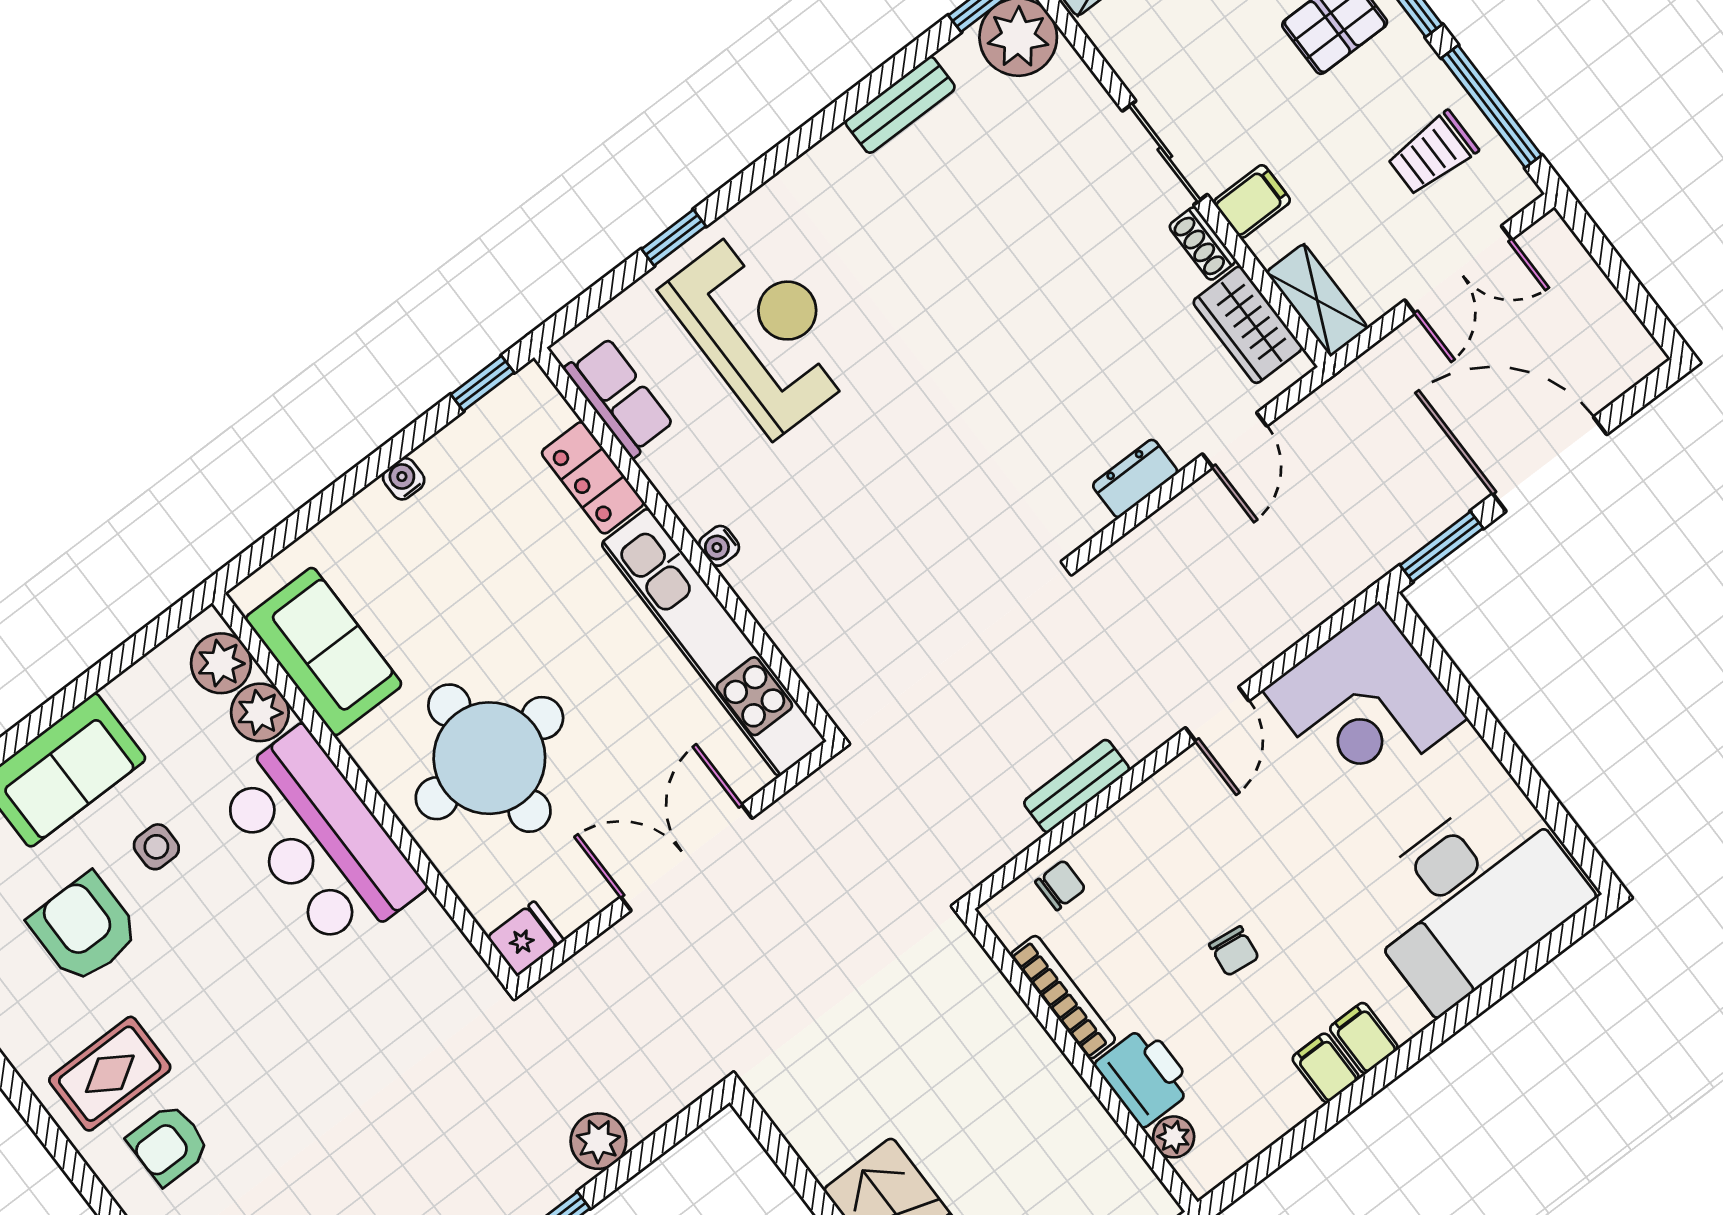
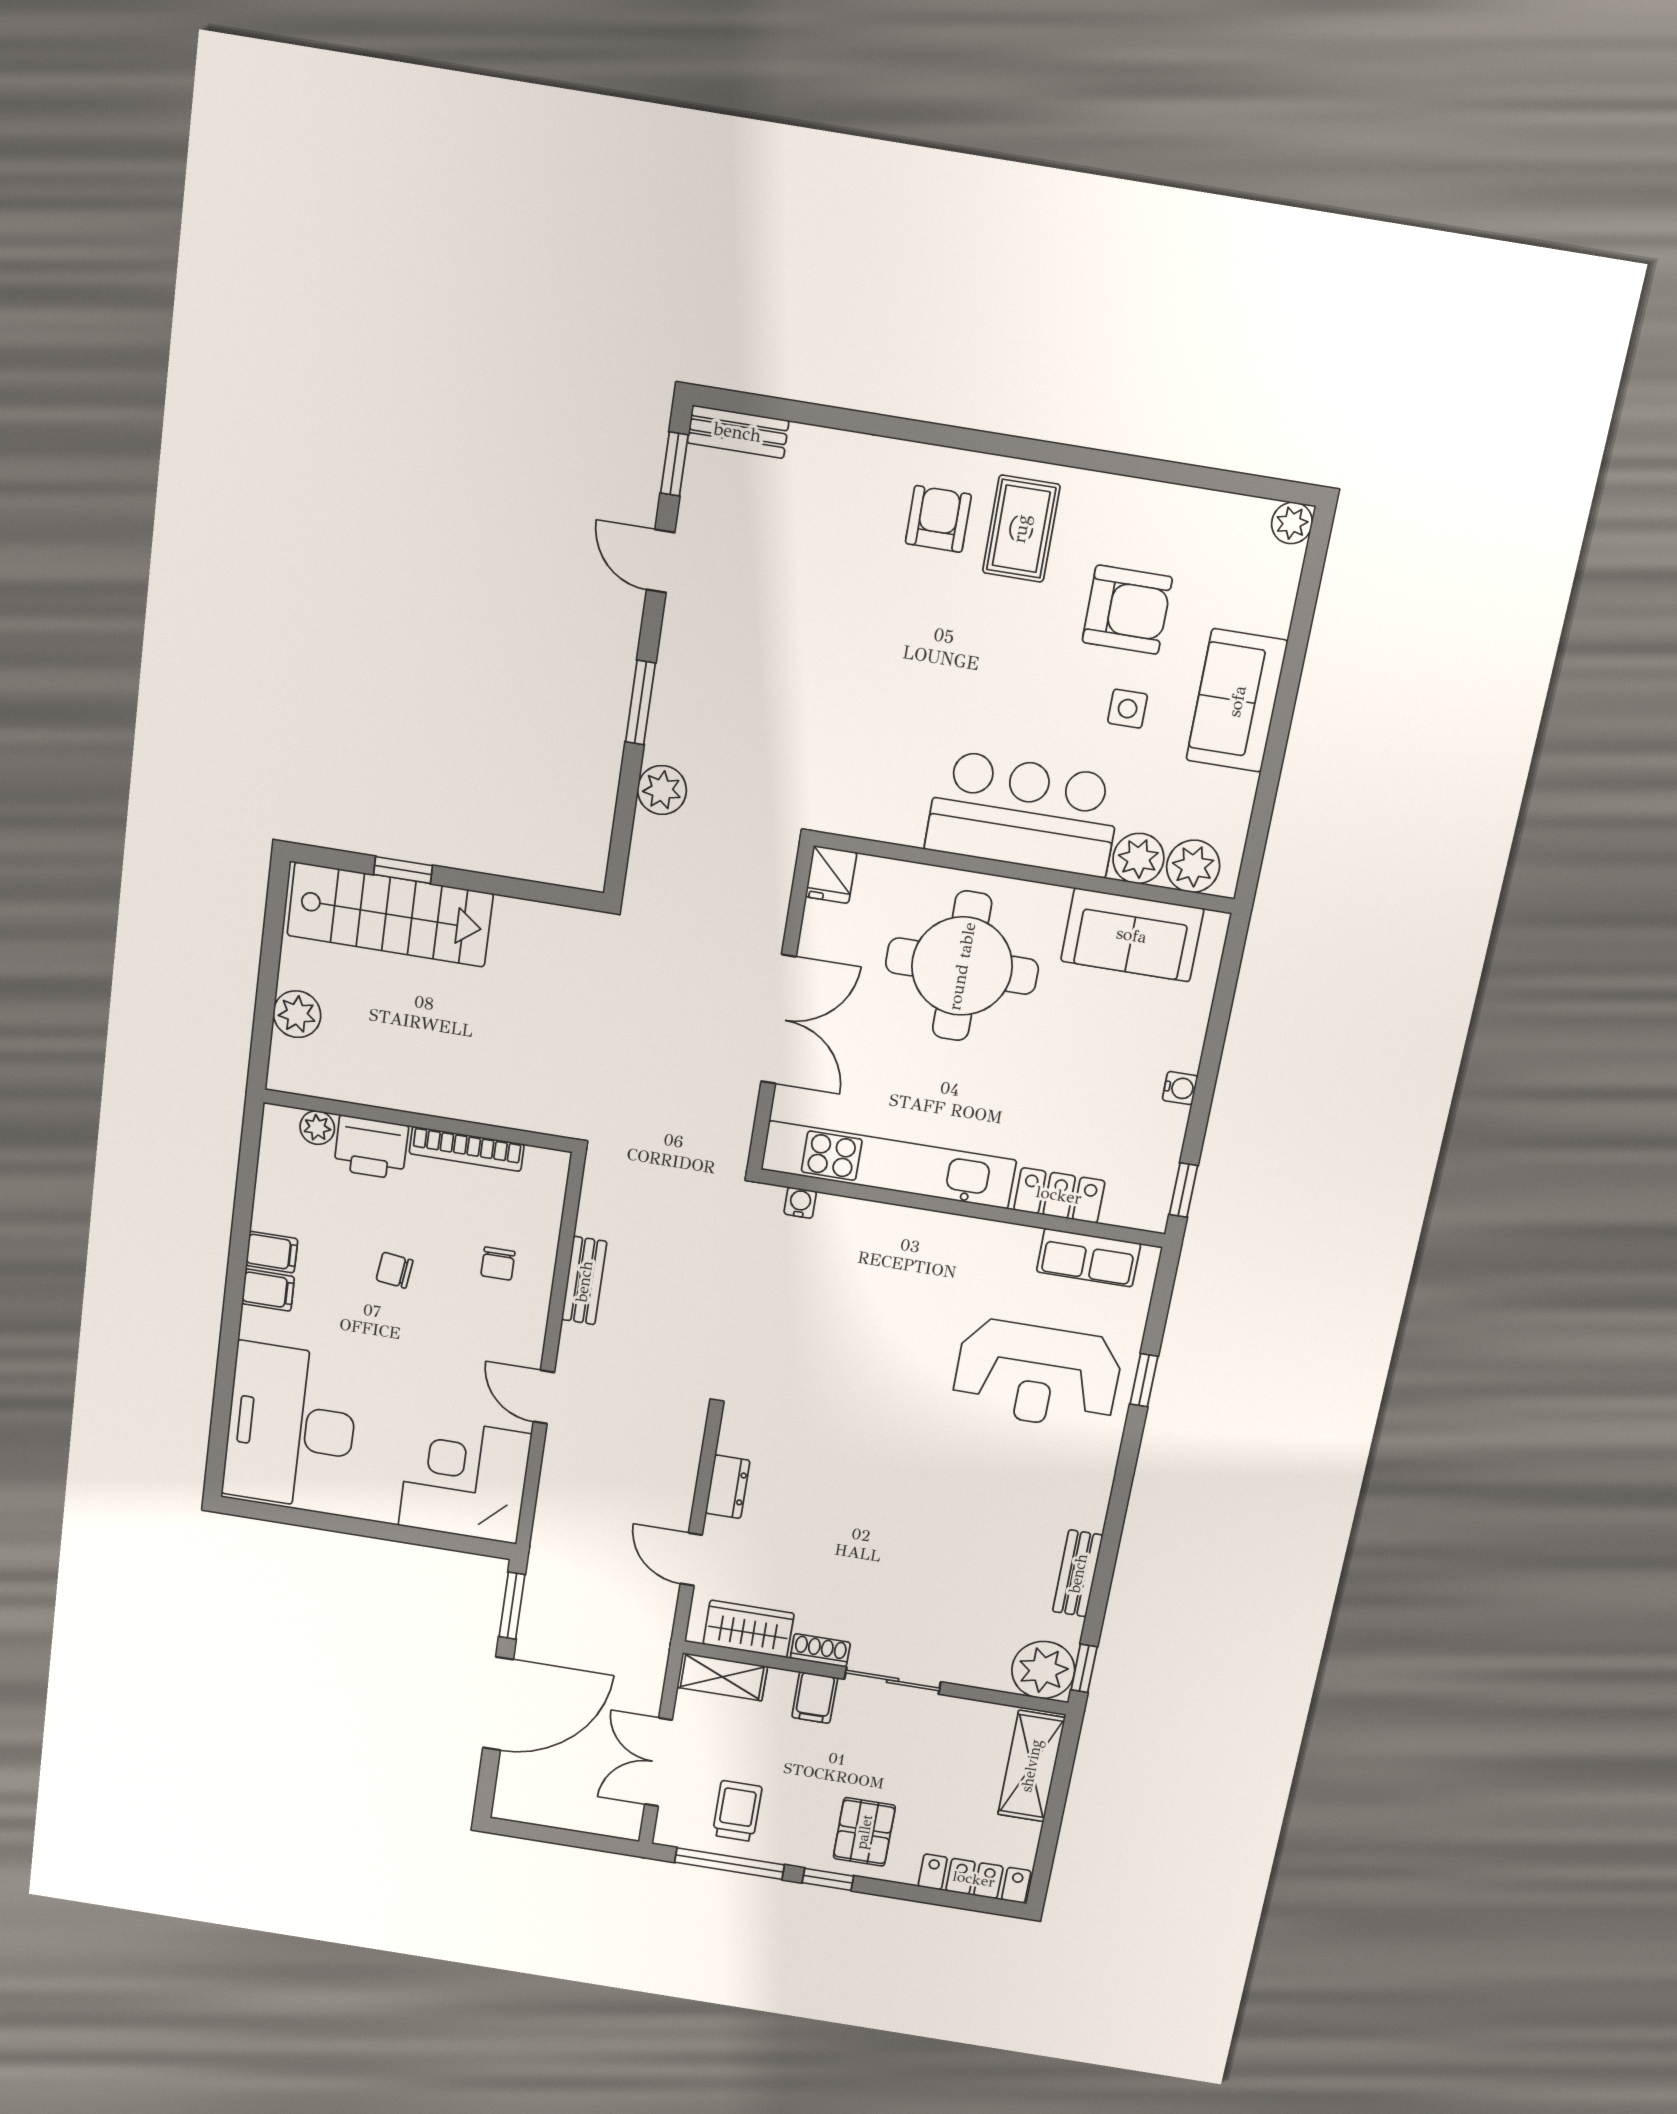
water cooler: (719, 546) -> (800, 1203), moved
chair: (1060, 885) -> (498, 1264), moved

